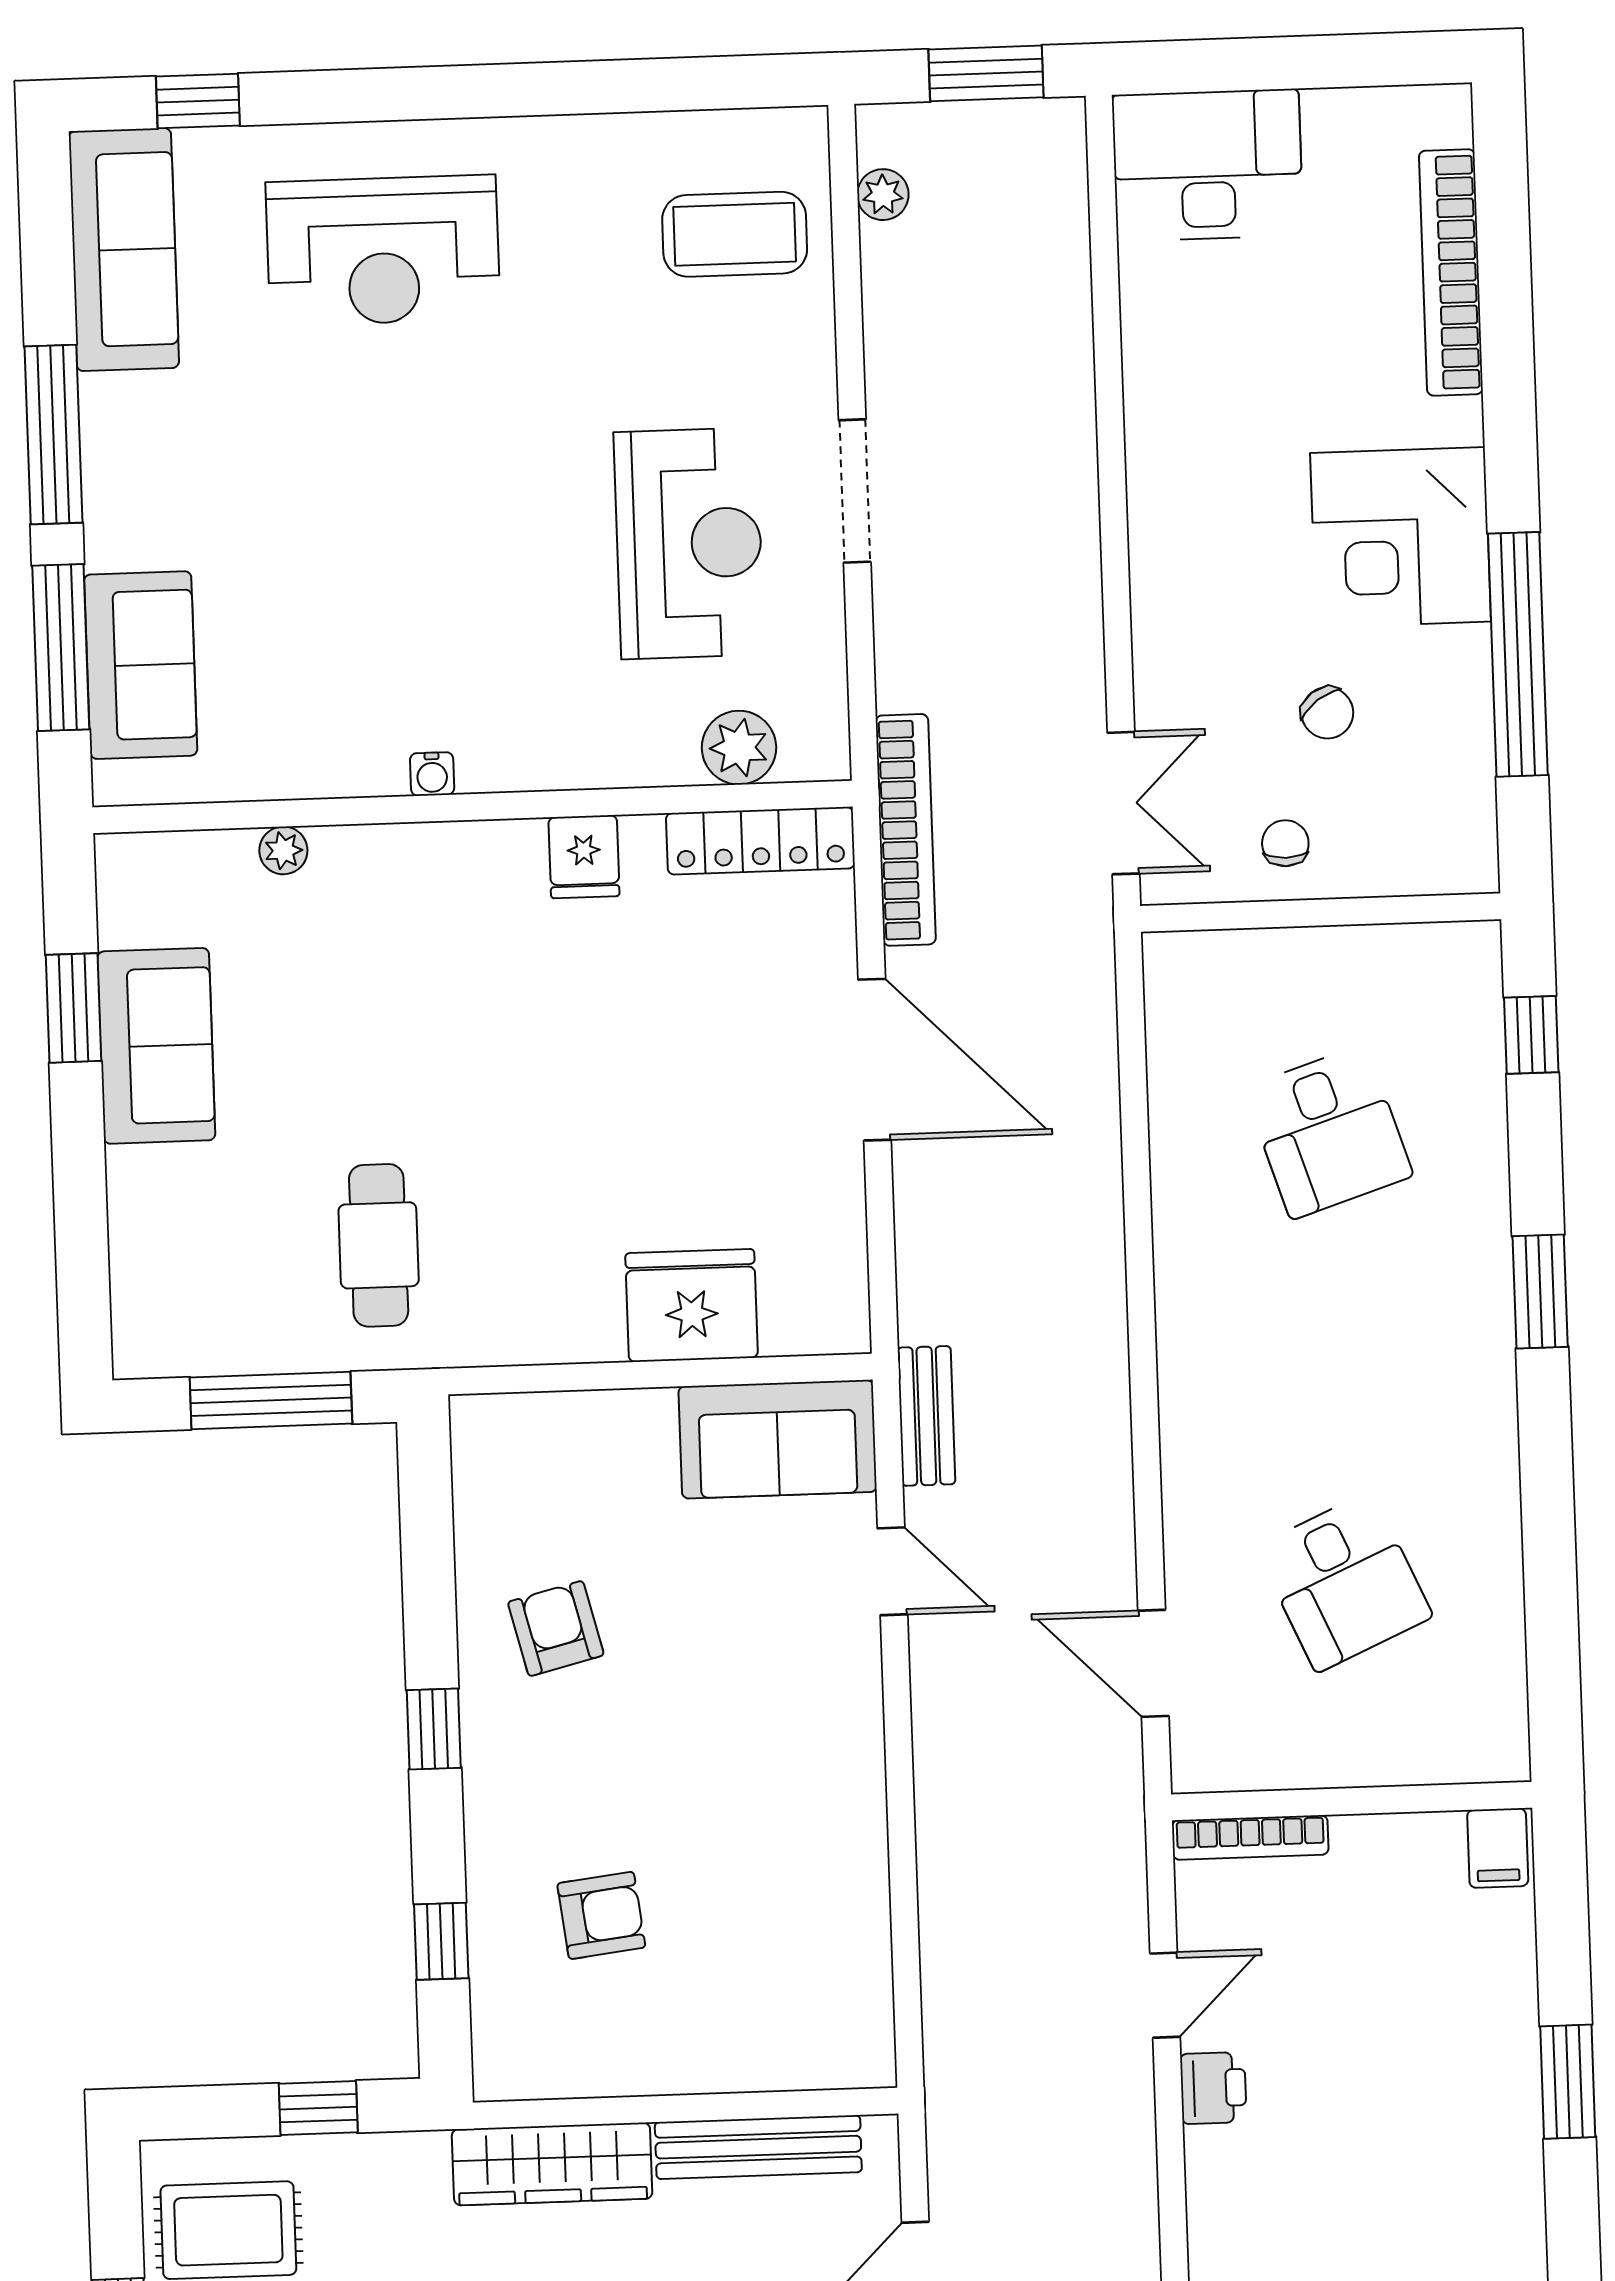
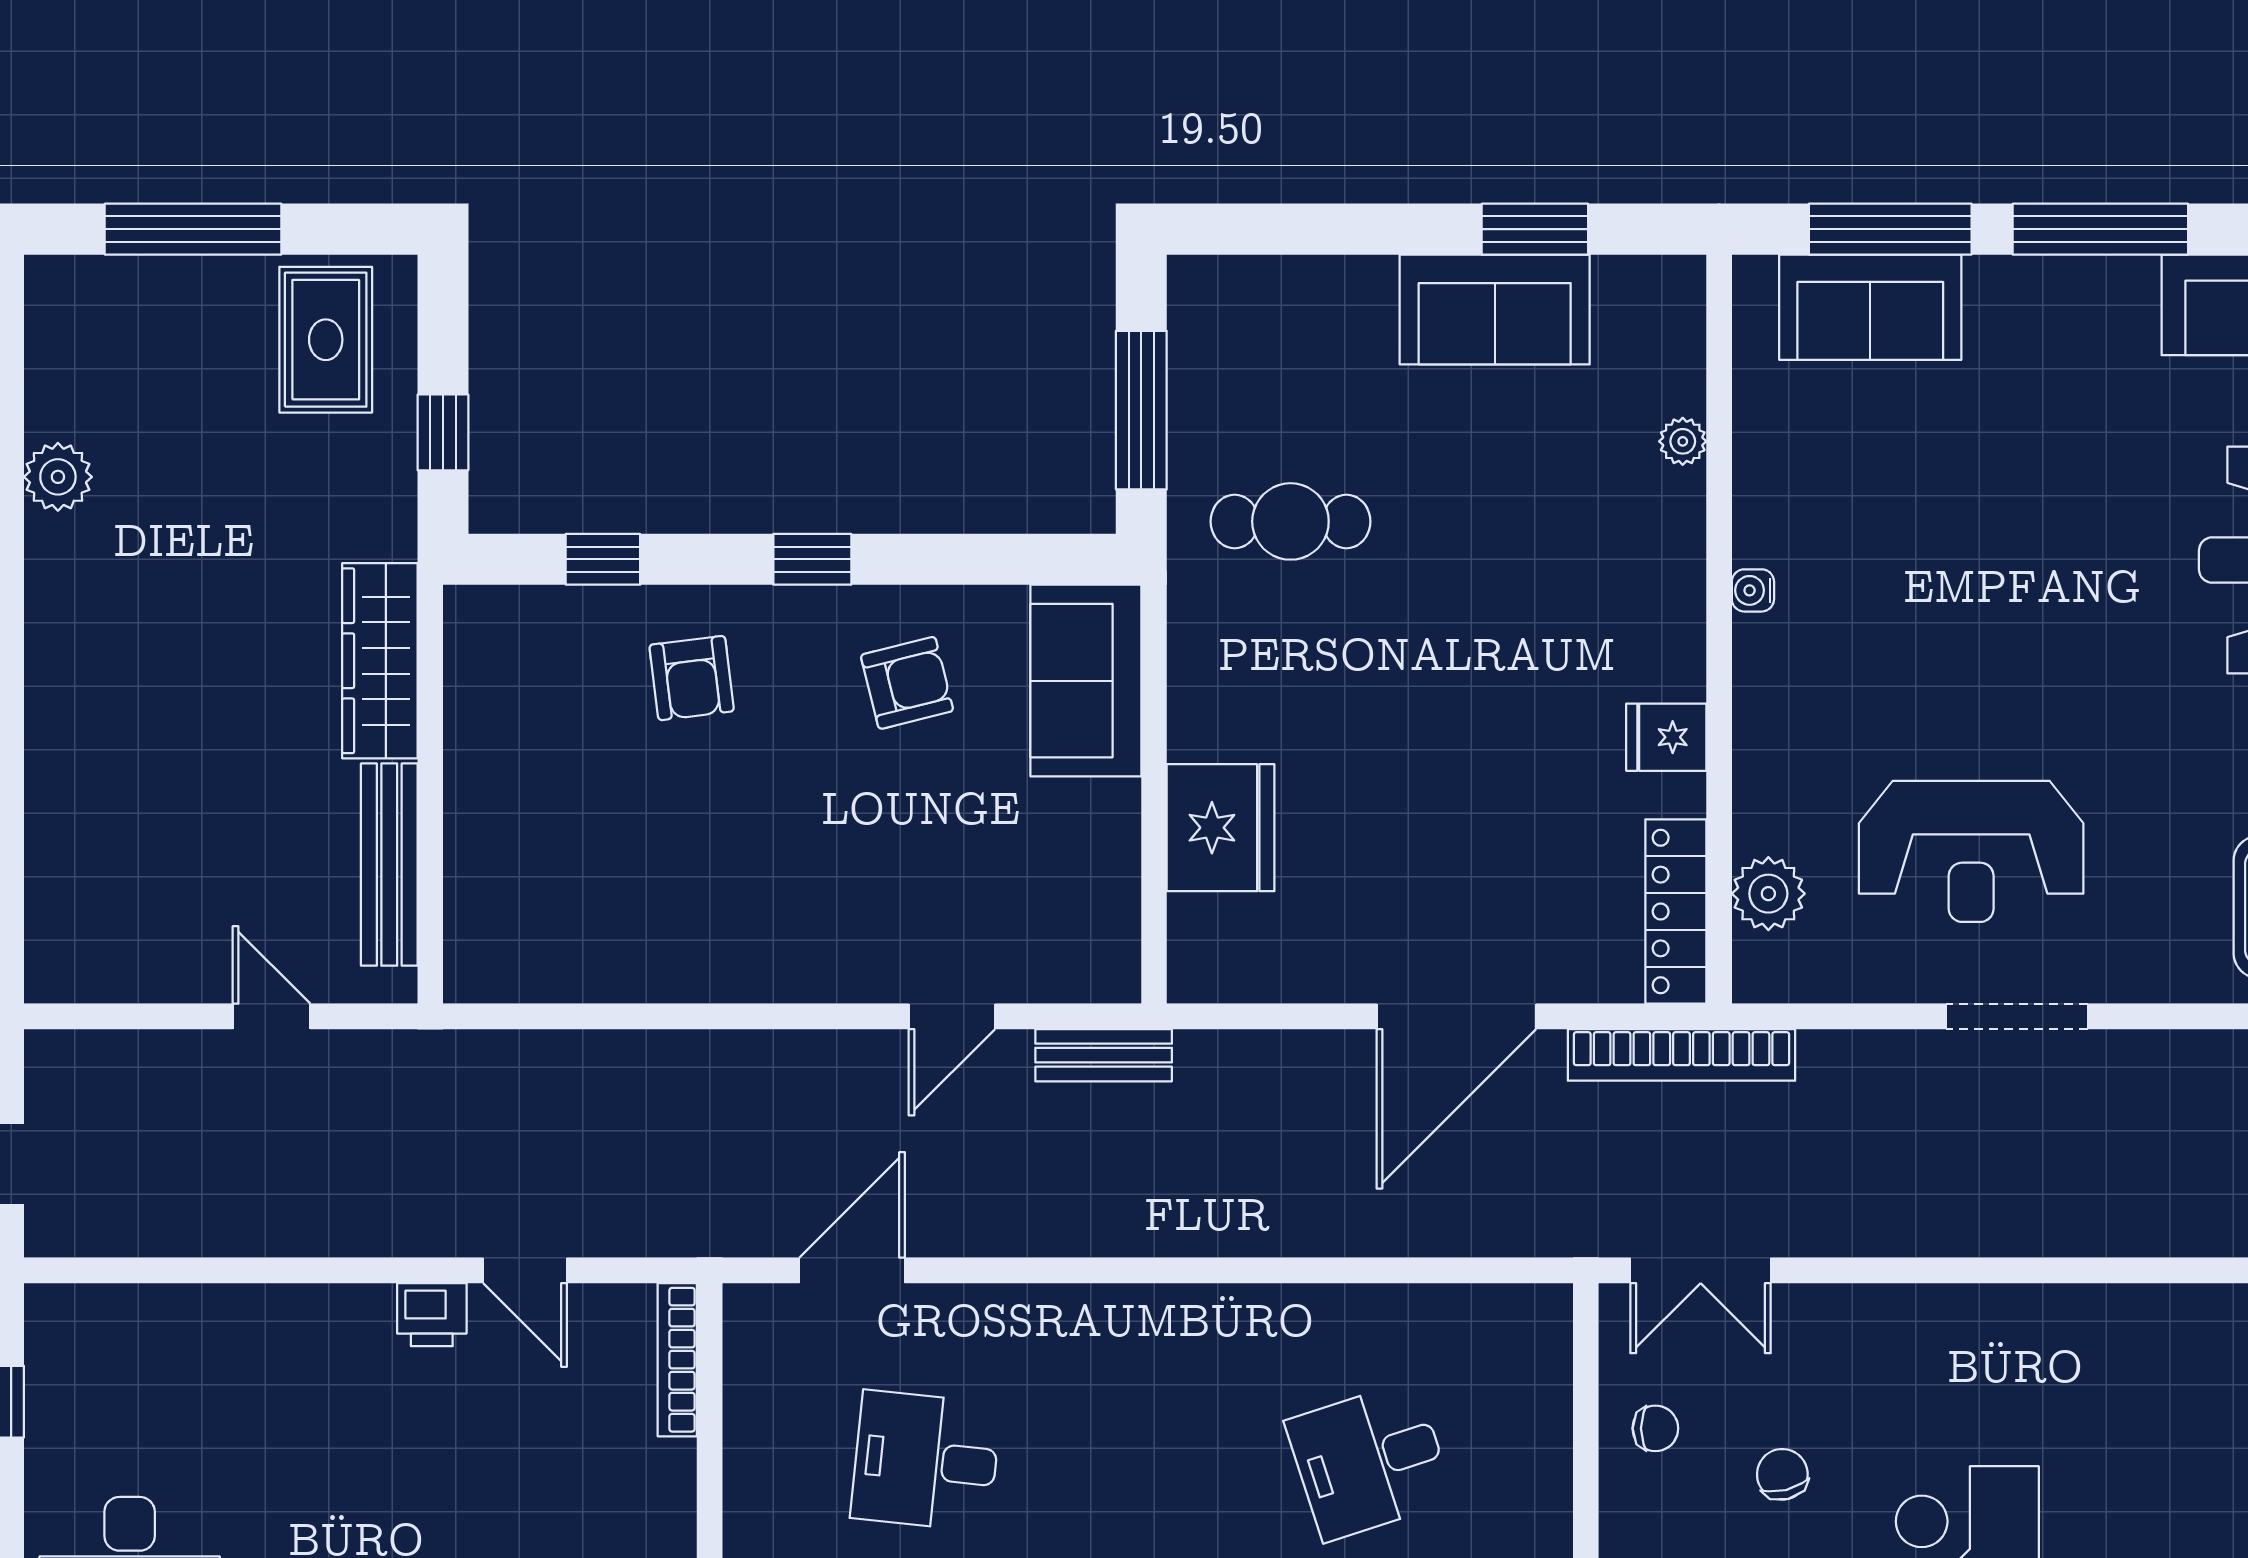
chair: (1327, 713) -> (1782, 1474), turned 112
sofa: (778, 1439) -> (1086, 681), moved
desk: (1344, 1582) -> (926, 1461), turned 30
armchair: (601, 1915) -> (692, 678), moved

